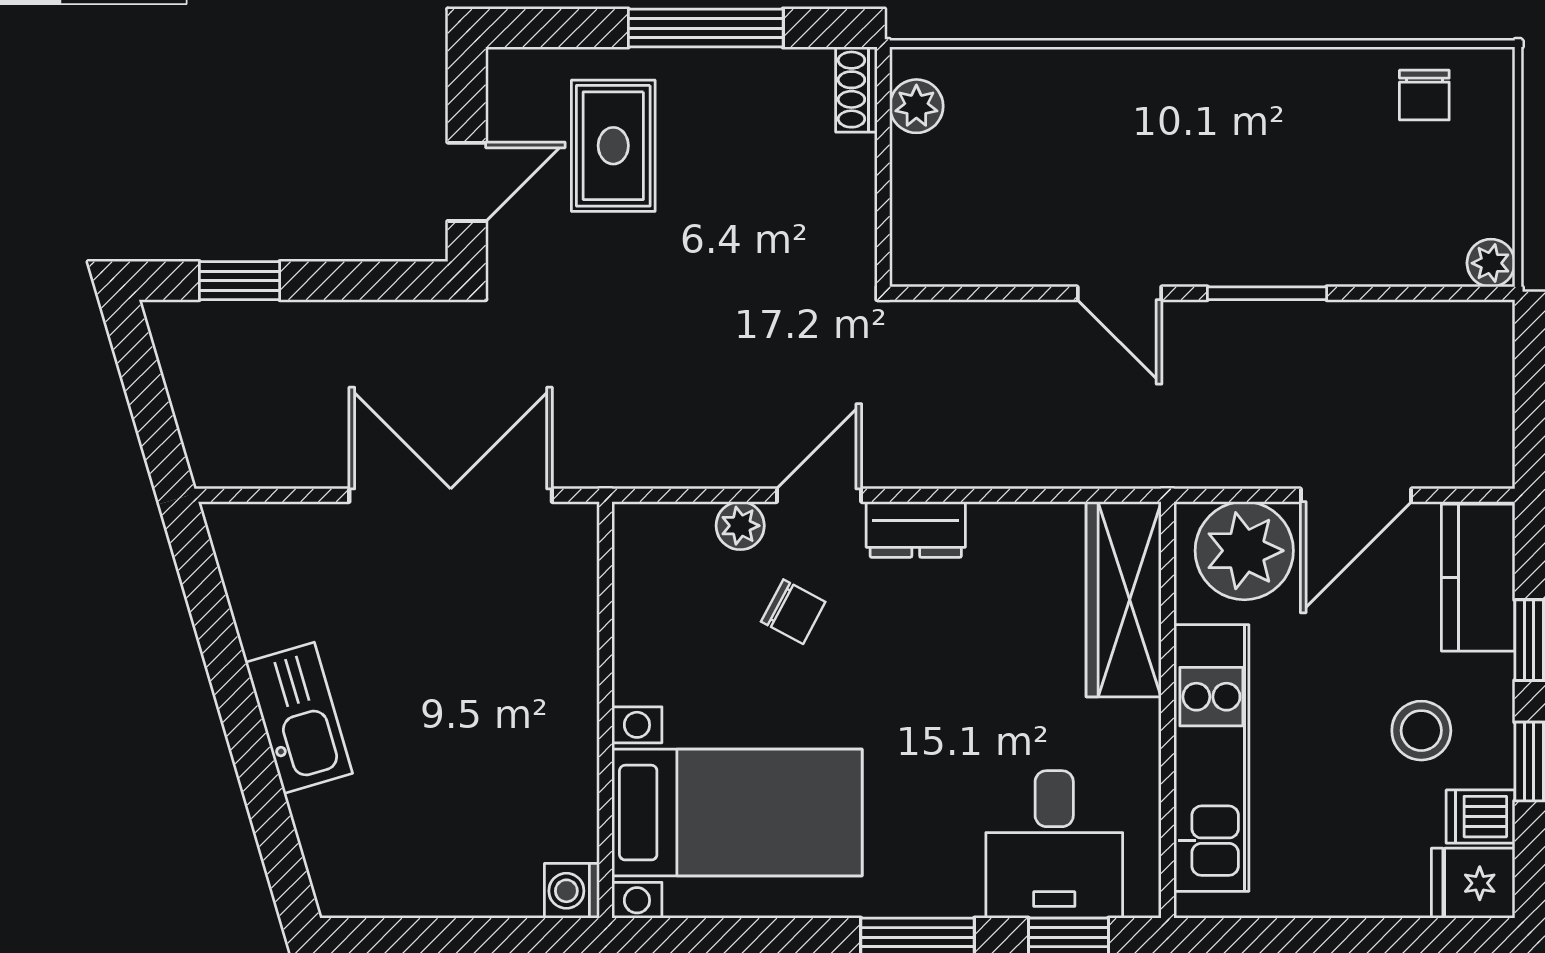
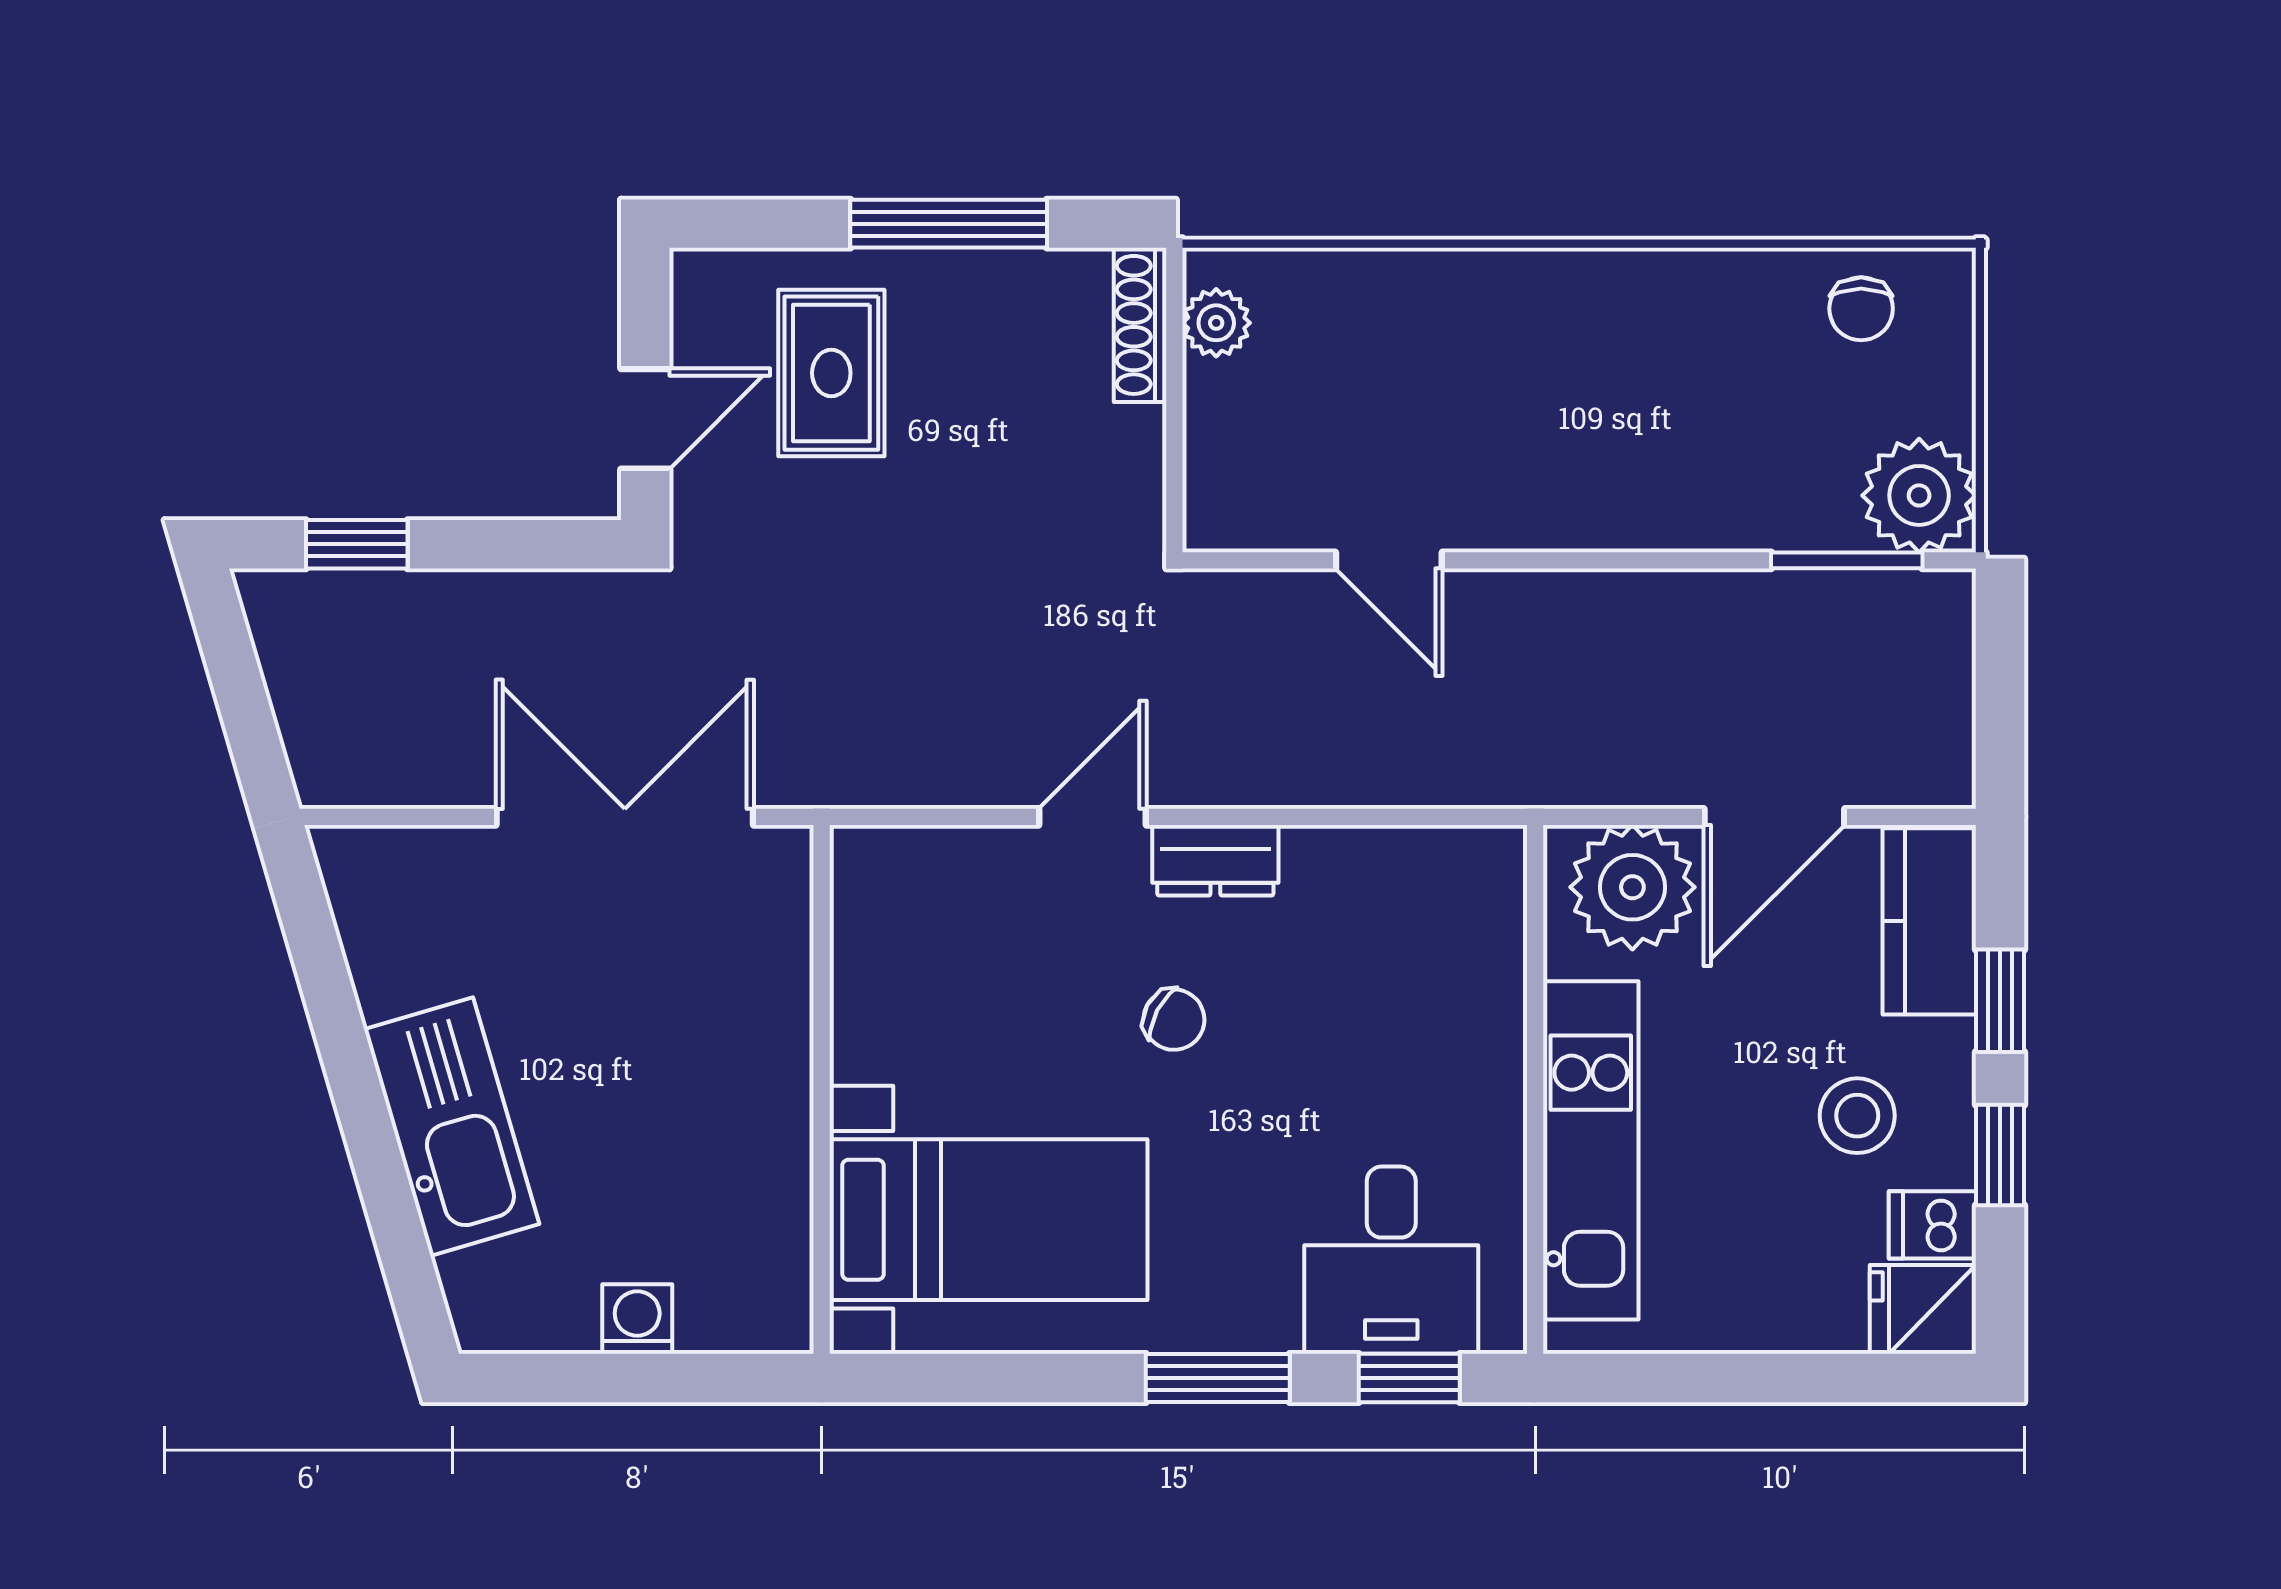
shoe rack: (856, 90) -> (1140, 325), width x1.43
plant: (1491, 263) -> (1919, 495), width x1.88, depth x1.88
door: (1119, 293) -> (1389, 560), moved
window: (1267, 293) -> (1847, 560), moved
plant: (740, 526) -> (992, 855), removed
wardrobe: (1124, 600) -> (1479, 949), removed
chair: (793, 612) -> (1174, 1020), moved
kitchen sink: (299, 718) -> (452, 1127), width x1.36, depth x1.24
washing machine: (572, 891) -> (637, 1319), moved, turned 90

